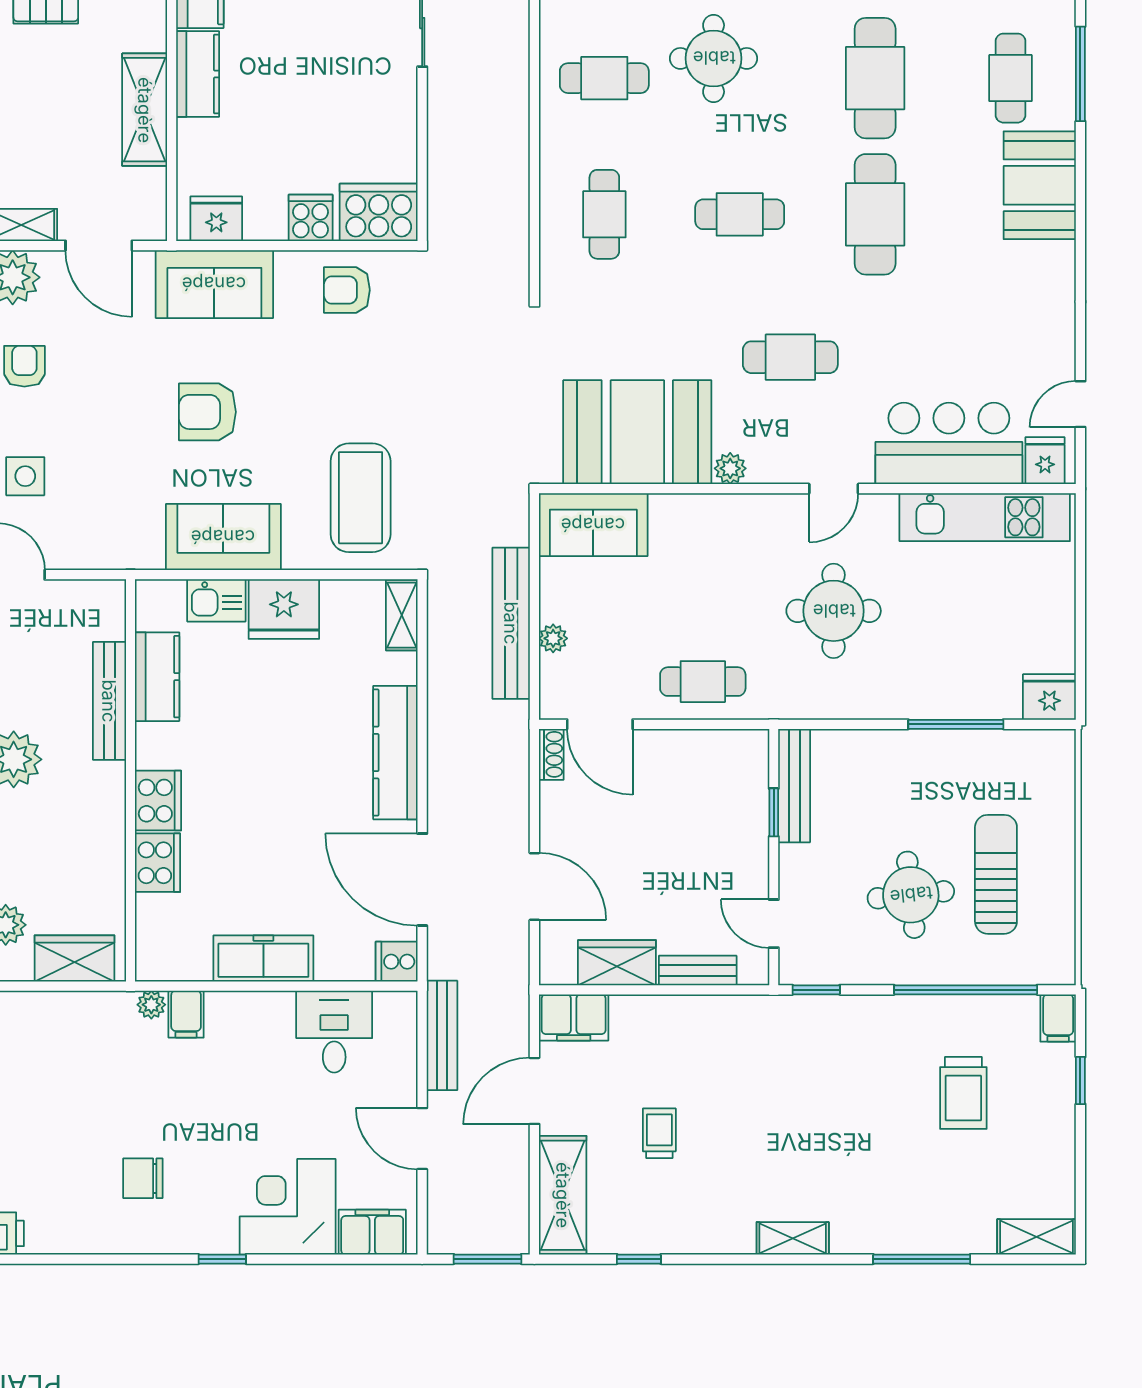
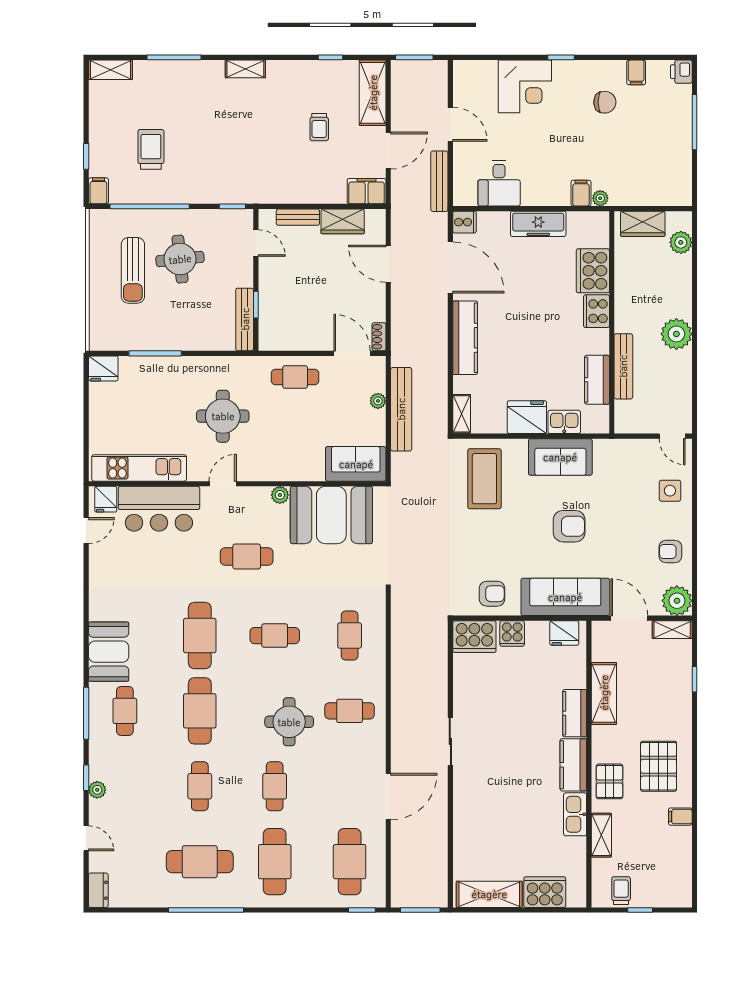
sofa: (214, 284) -> (565, 597), width x1.36
armchair: (24, 366) -> (670, 552), turned 90
cooker: (158, 863) -> (593, 271), width x1.37, depth x1.31
filing cabinet: (372, 1232) -> (636, 72), moved, width x0.50

